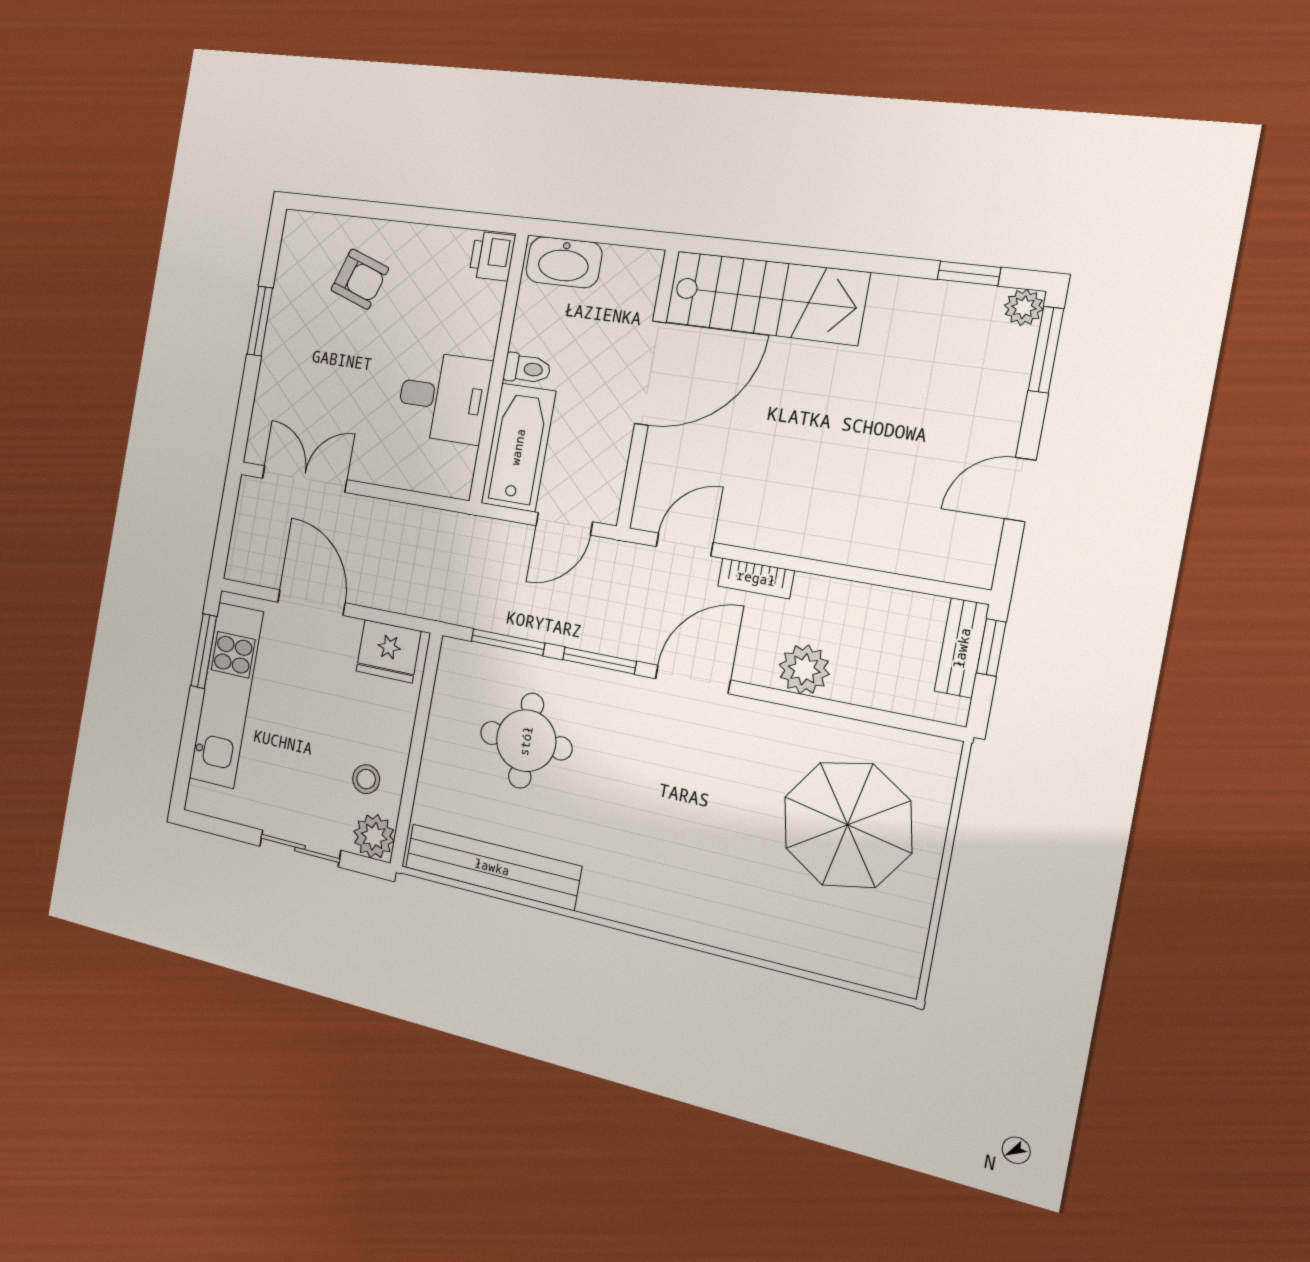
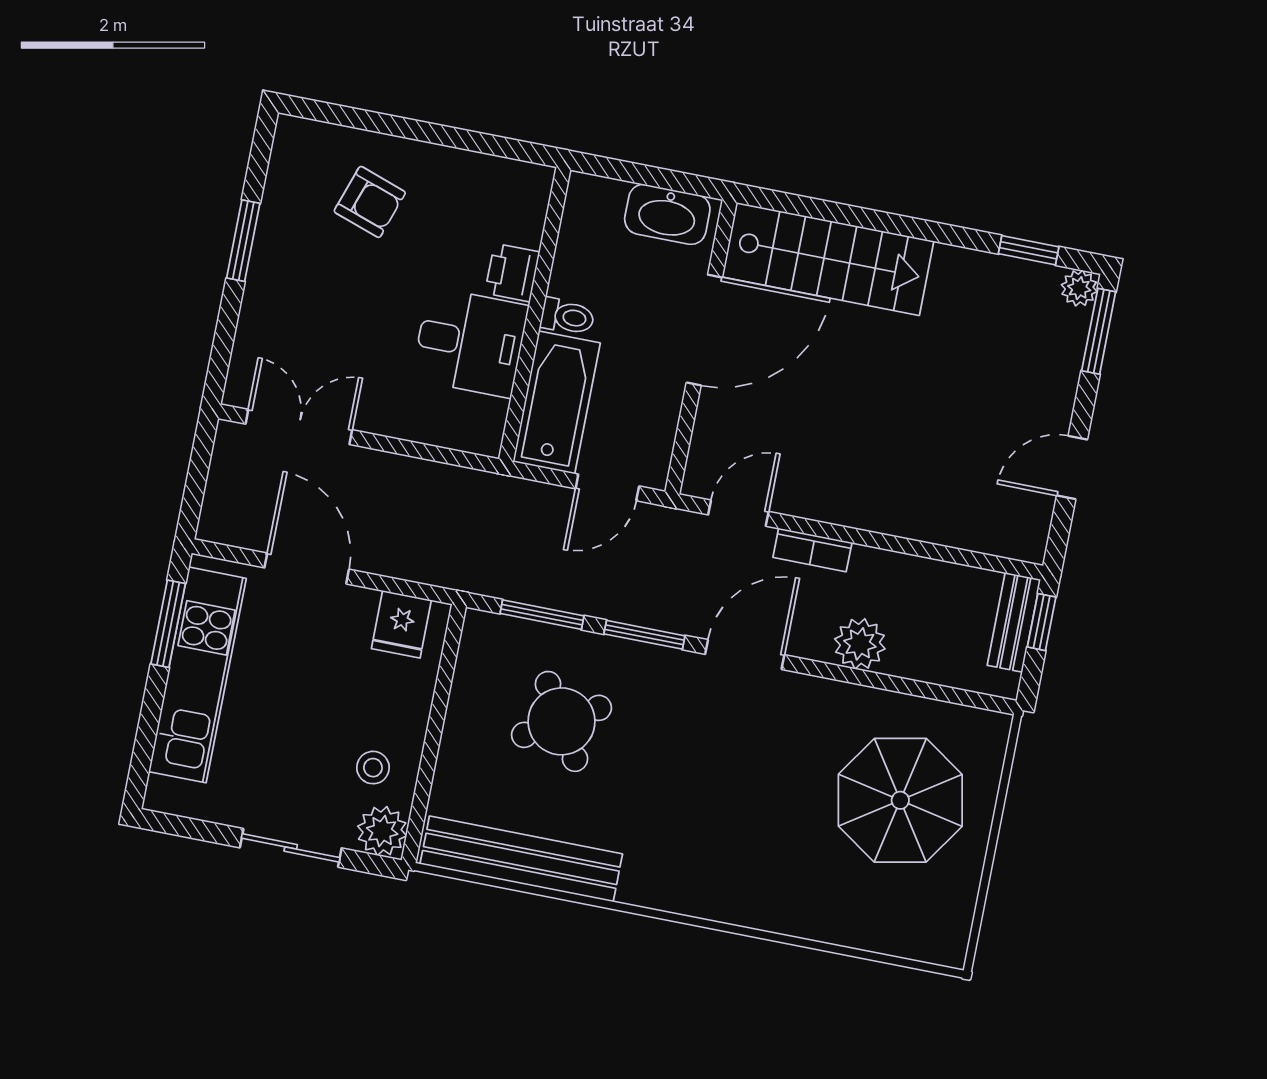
printer: (492, 256) -> (512, 273), moved
washbasin: (564, 262) -> (667, 214), moved
fridge: (388, 651) -> (401, 624), width x0.72
round table: (526, 741) -> (561, 721), turned -31

